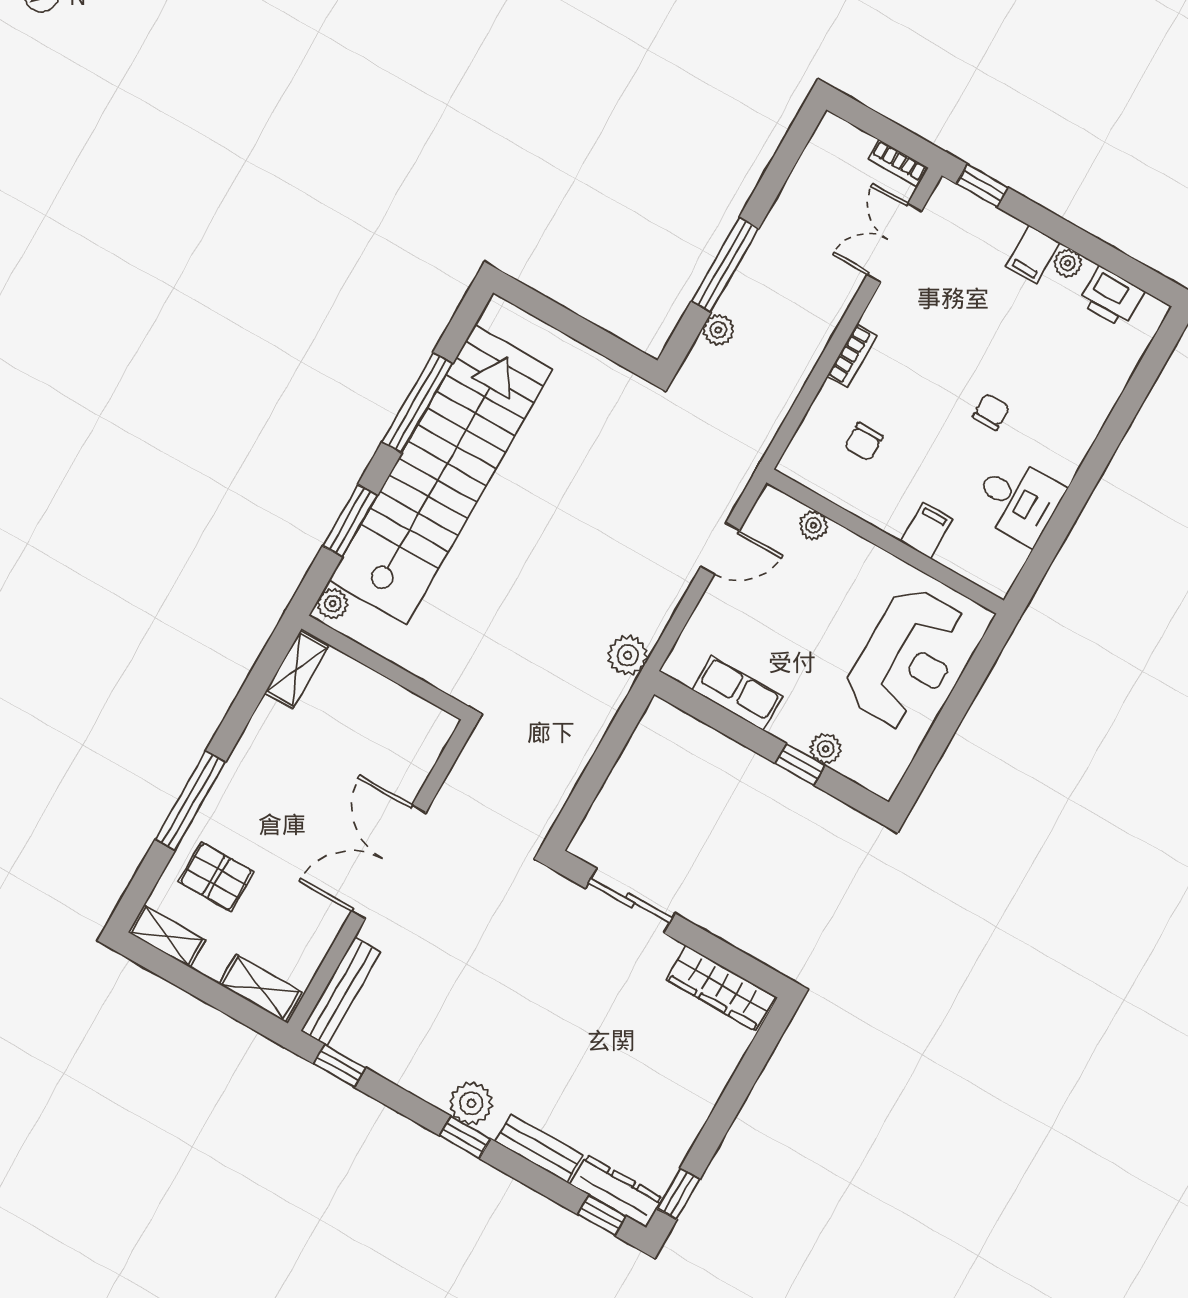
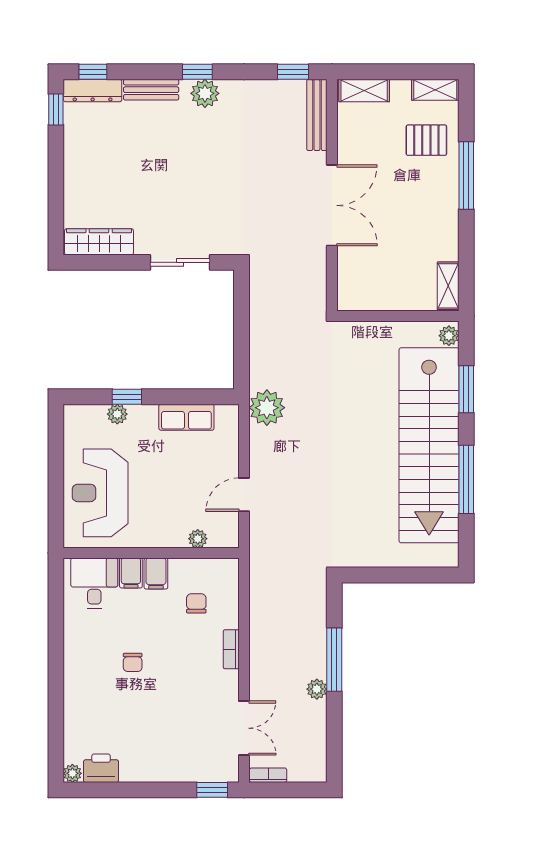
filing cabinet: (1033, 254) -> (156, 574), moved, turned 180
plant: (1068, 263) -> (72, 773), moved
plant: (718, 330) -> (317, 689), moved
desk: (1018, 500) -> (94, 583), moved, turned 90
plant: (628, 655) -> (267, 408), width x1.36, depth x1.36

